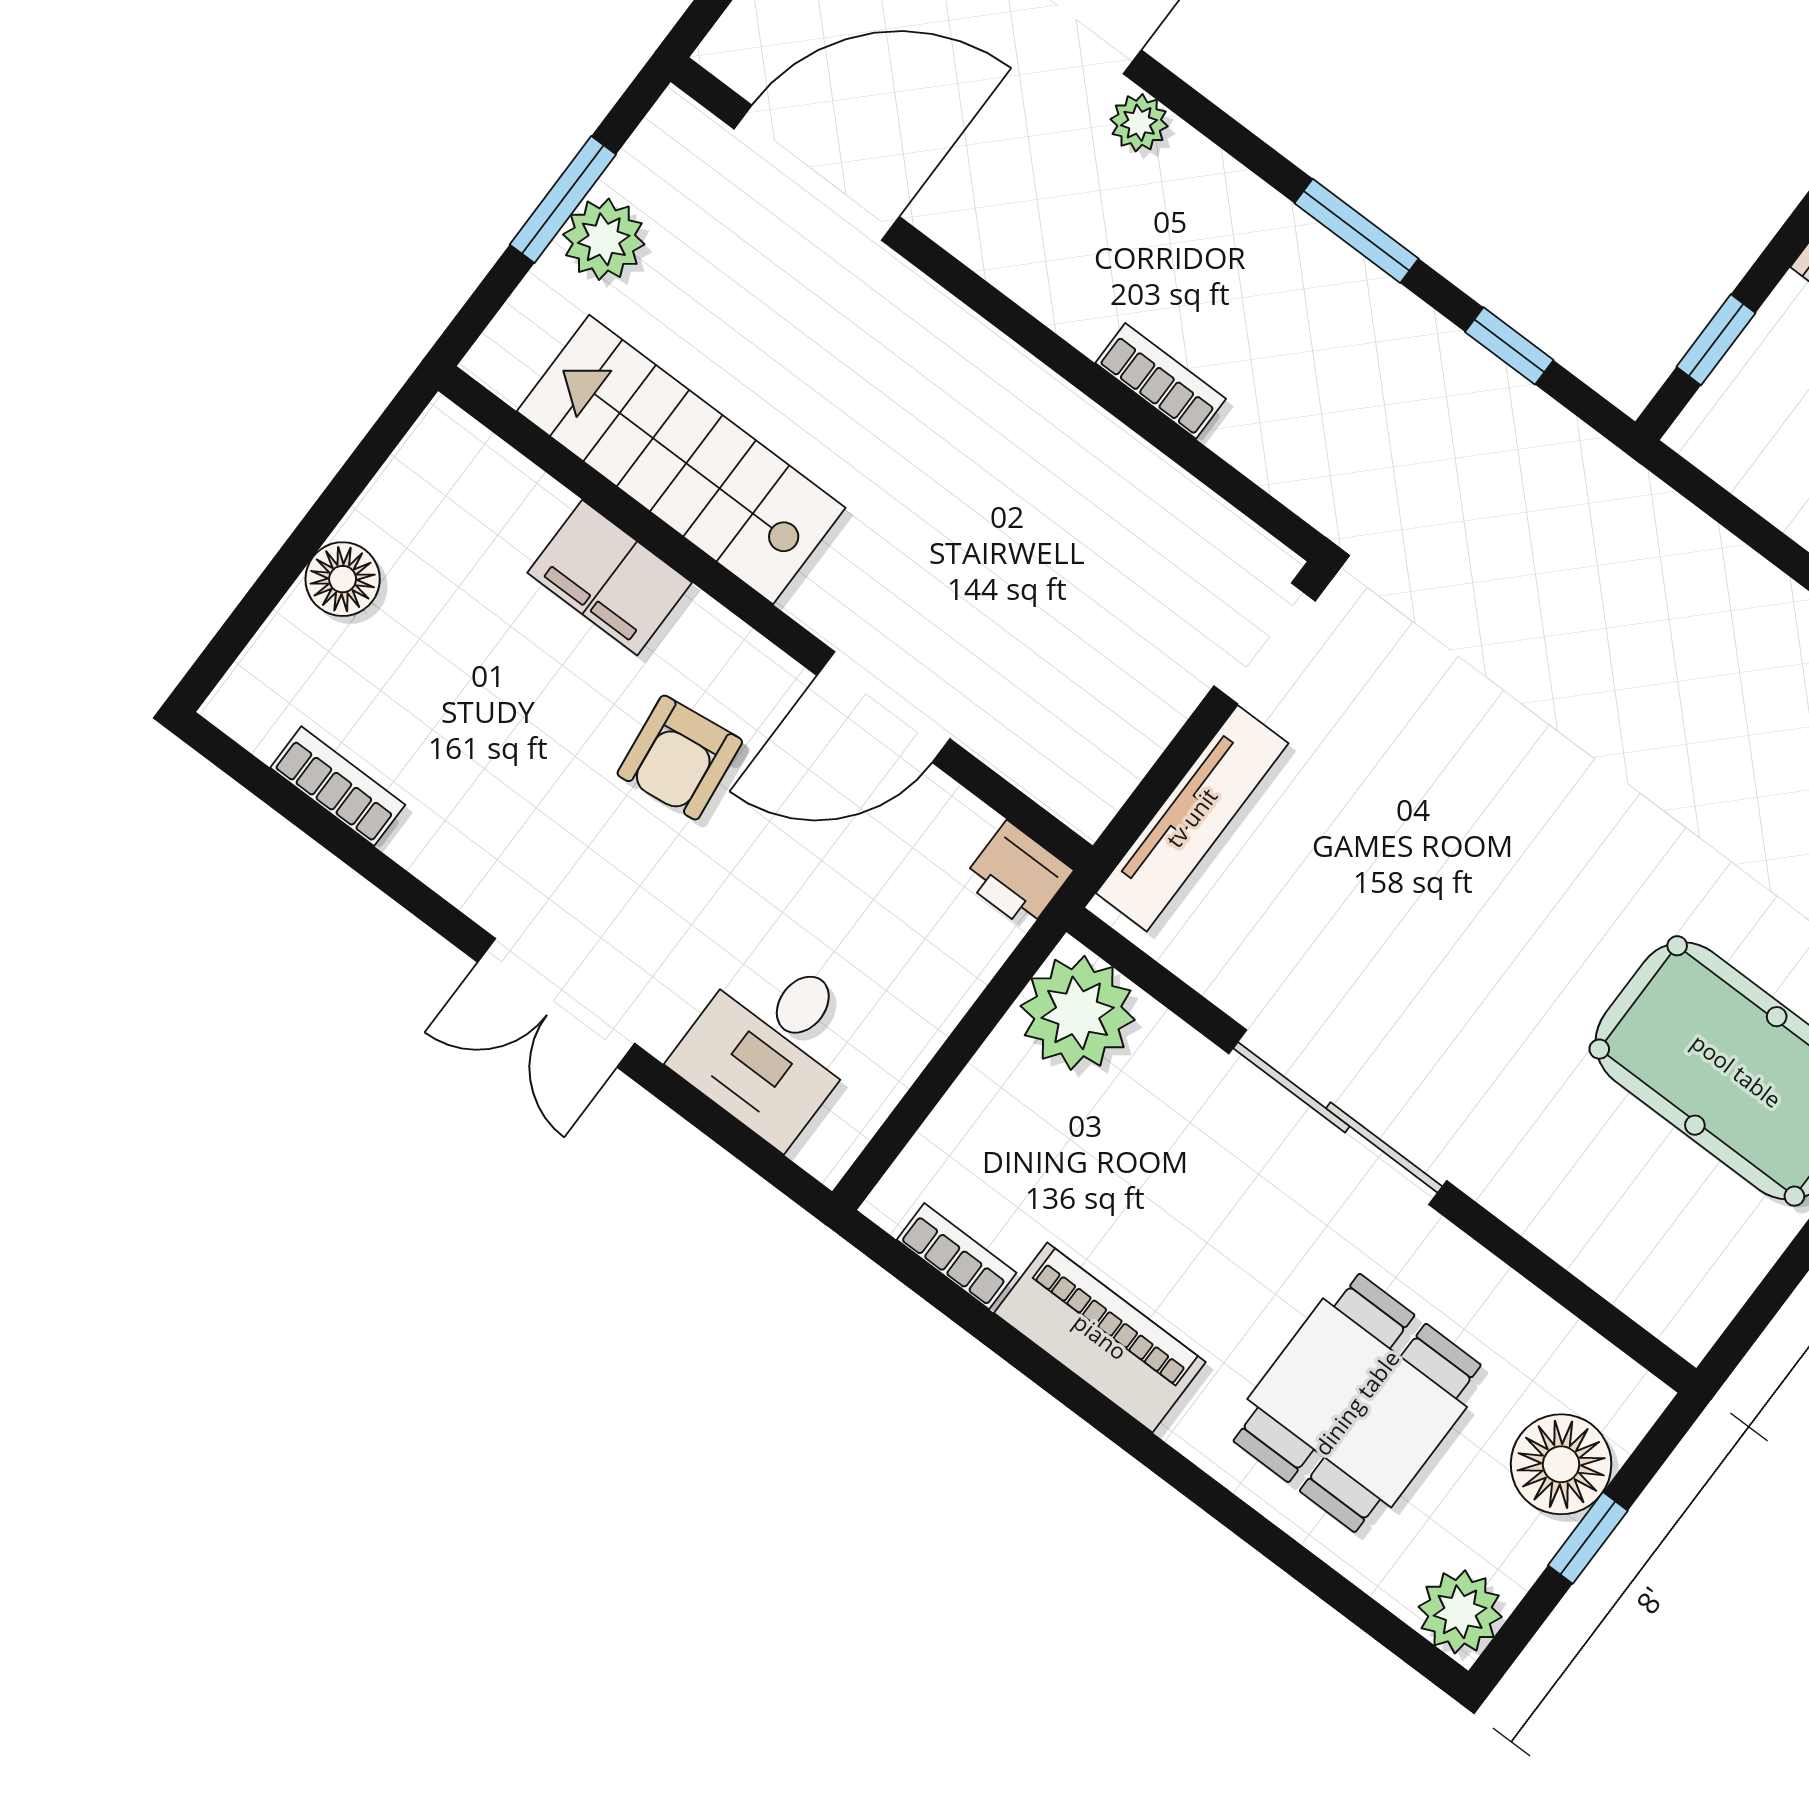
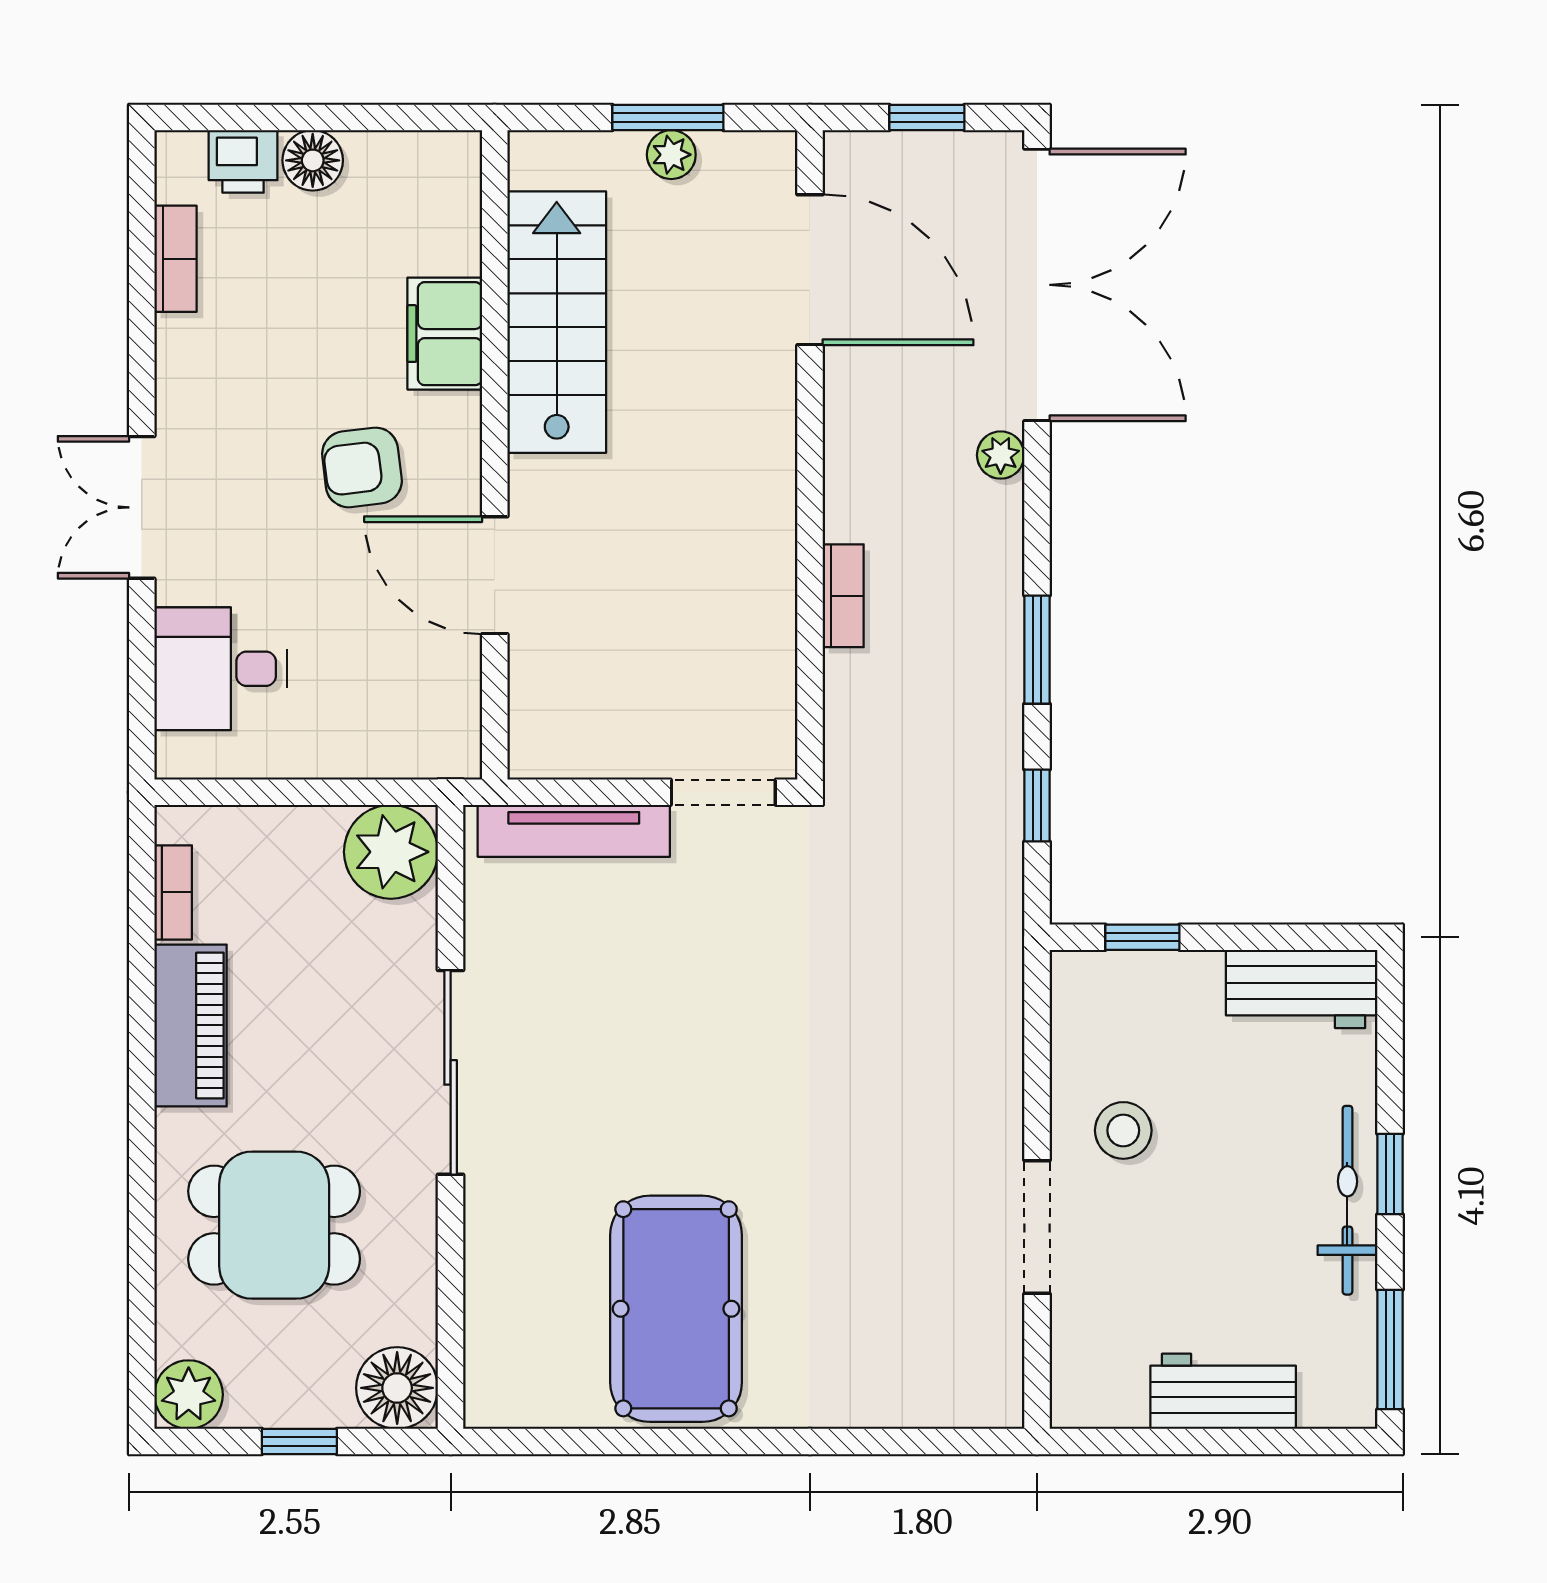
plant: (604, 239) -> (671, 155), width x0.73, depth x0.73
printer: (1017, 875) -> (243, 161), moved, turned -90
floor lamp: (1561, 1464) -> (397, 1388), moved

